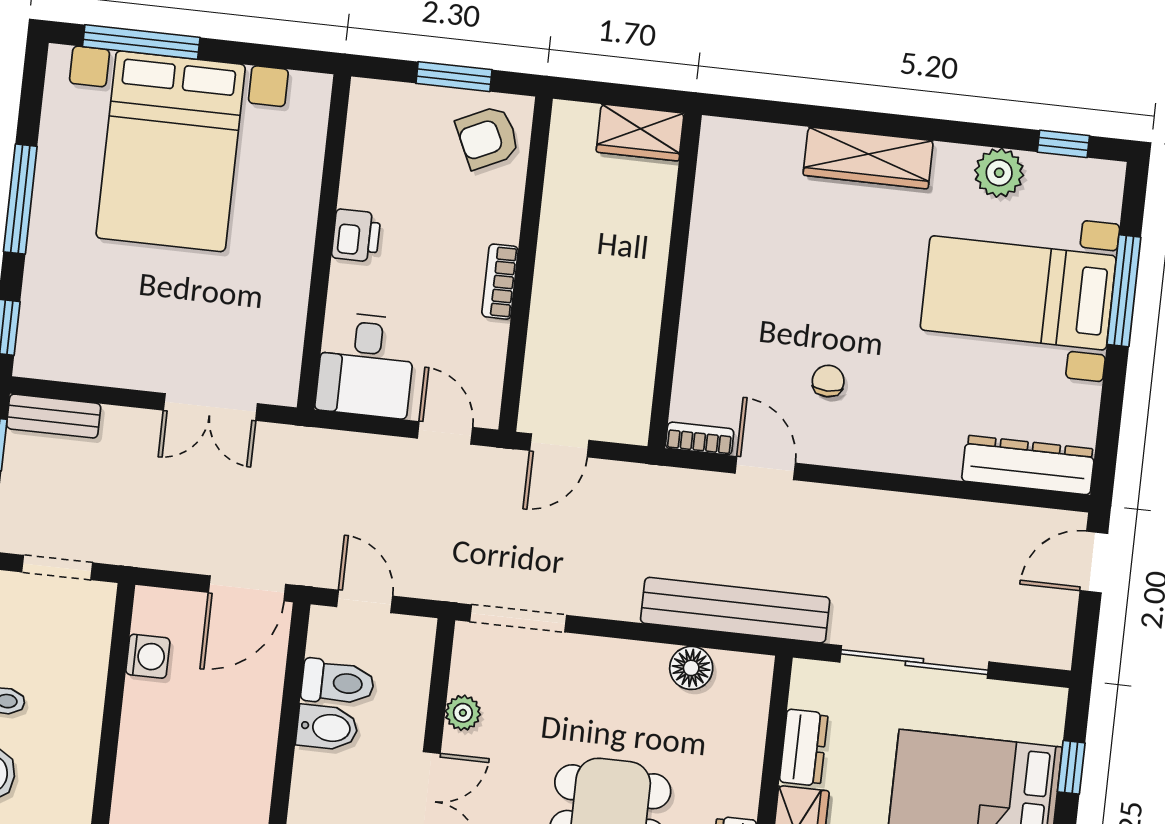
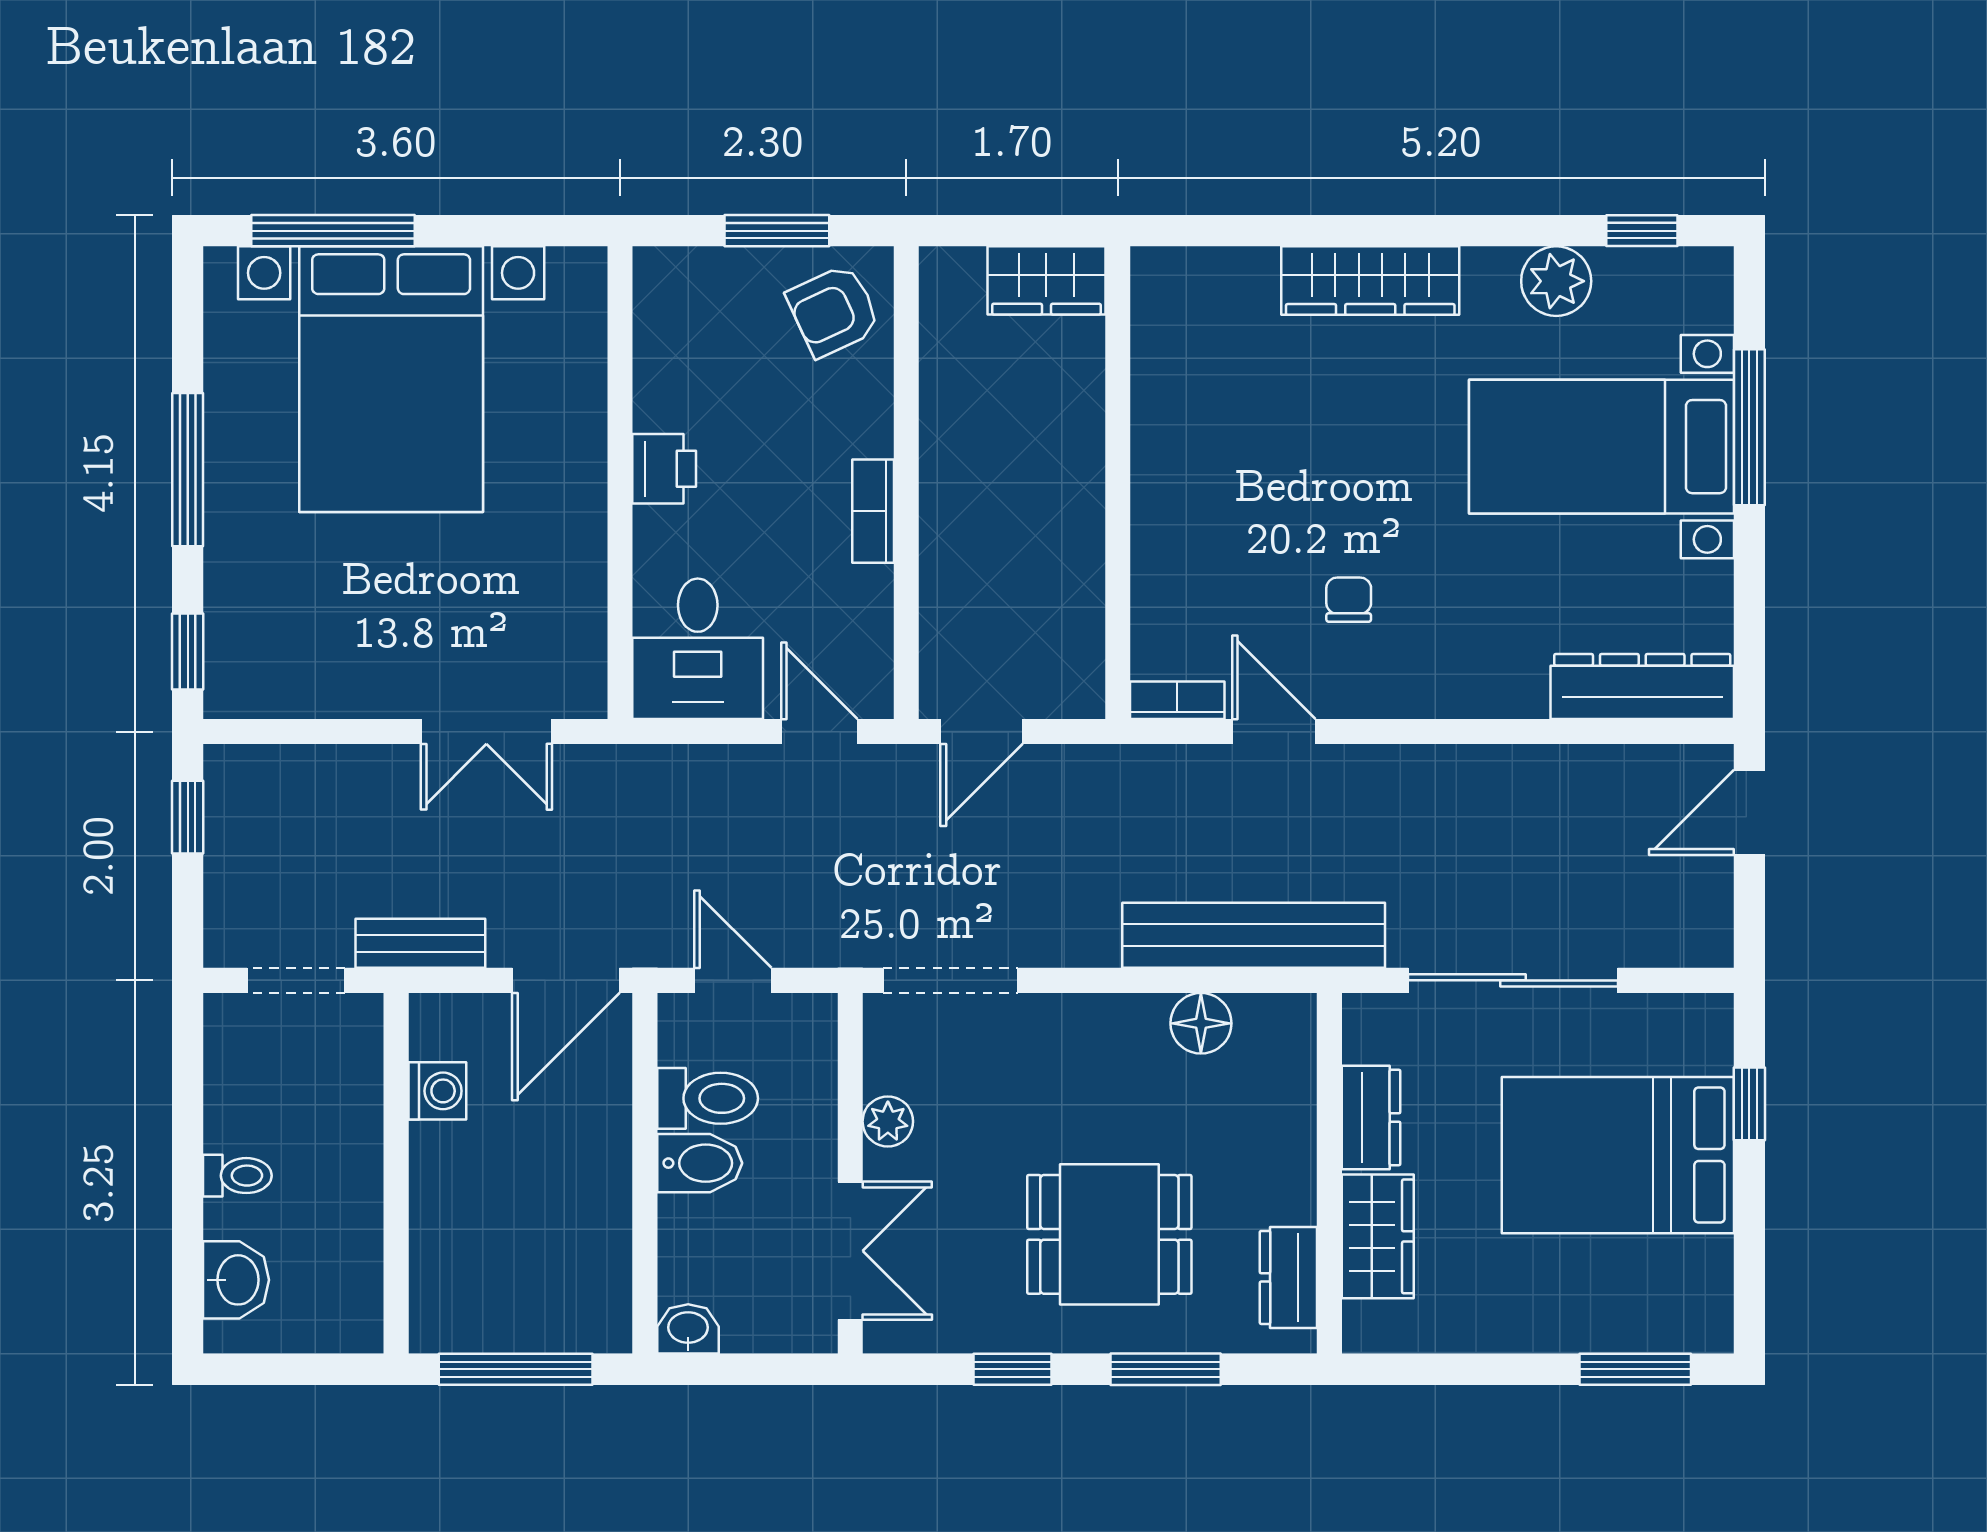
bench: (54, 416) -> (420, 943), moved

